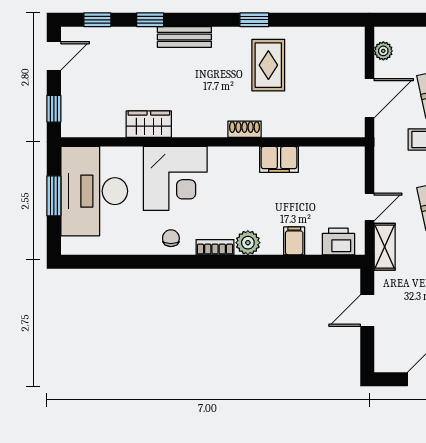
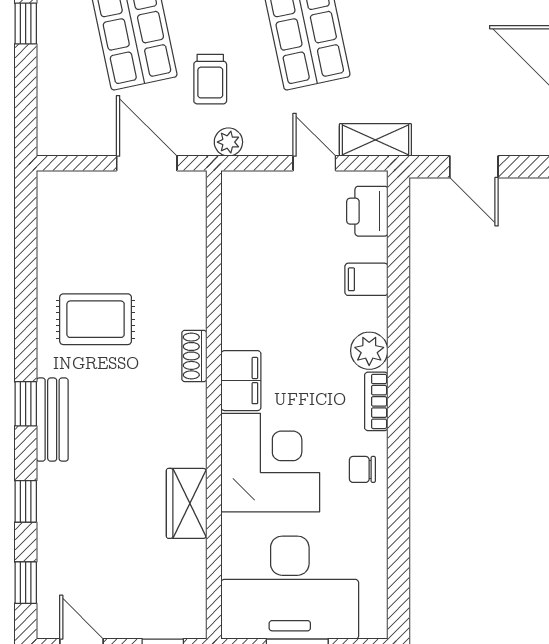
window: (254, 20) -> (26, 404), moved
bench: (184, 37) -> (52, 420), moved
plant: (383, 51) -> (228, 142), moved
filing cabinet: (279, 159) -> (241, 381), moved

